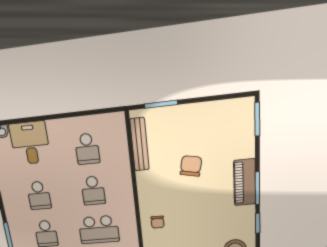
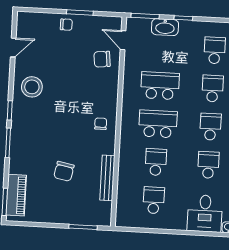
bench: (140, 144) -> (107, 178), moved
piano: (245, 182) -> (16, 195), moved

